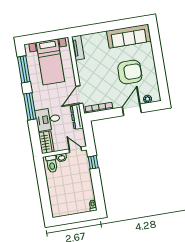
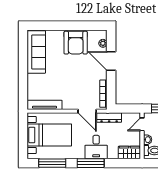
tv unit: (78, 48) -> (45, 105), width x1.41
armchair: (130, 72) -> (76, 43), moved, turned 180
desk: (48, 119) -> (96, 147), moved

